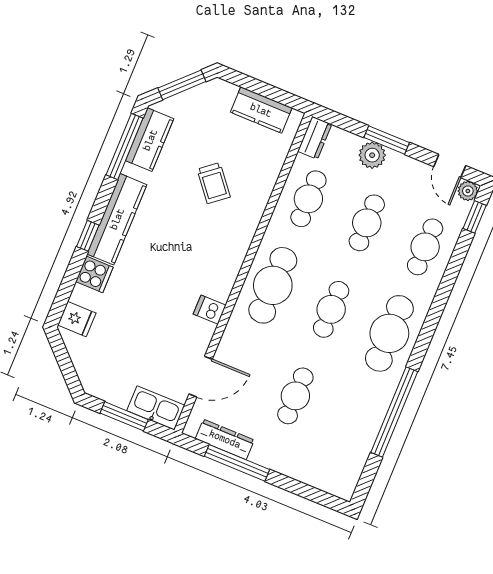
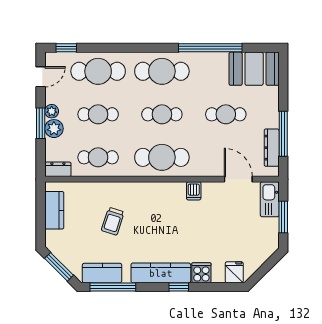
trolley: (214, 183) -> (113, 221), turned 147
plant: (468, 191) -> (52, 111), moved
cafe table: (425, 247) -> (98, 71), width x1.37, depth x1.35
booth: (341, 460) -> (254, 69), added

